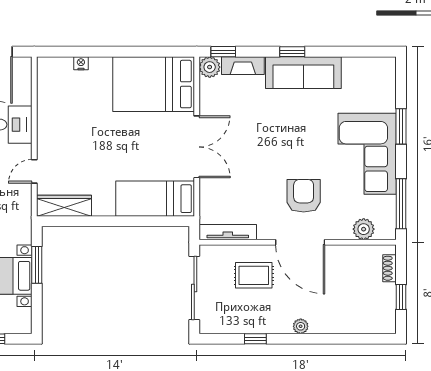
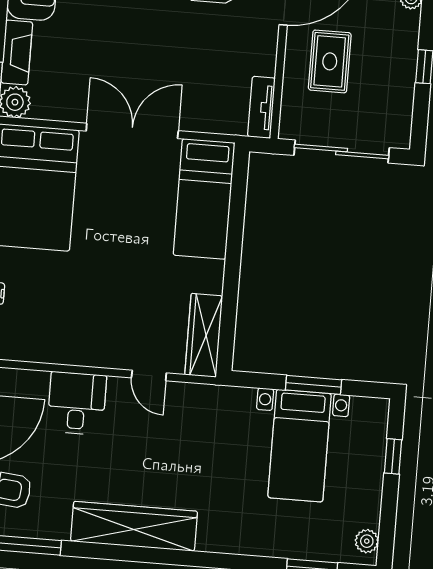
tv unit: (228, 232) -> (261, 107), width x0.71
window: (37, 265) -> (313, 385), moved

